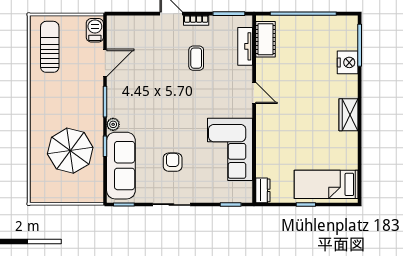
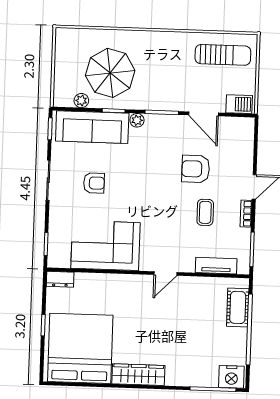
cot: (265, 39) -> (238, 307), moved, turned 90
coffee table: (196, 58) -> (205, 212), turned 90
nightstand: (348, 62) -> (231, 377), moved
armchair: (156, 68) -> (196, 169), added
wardrobe: (349, 115) -> (138, 375), width x1.50
plant: (97, 176) -> (81, 101), added
bed: (326, 184) -> (80, 348), width x2.04

